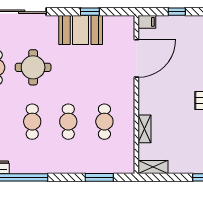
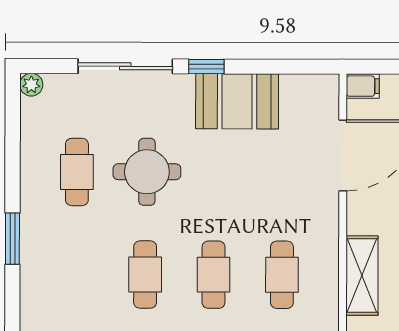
window: (90, 12) -> (206, 66), moved
shelving: (145, 129) -> (362, 276), width x1.50, depth x1.33

